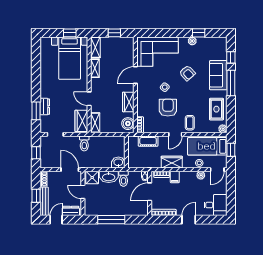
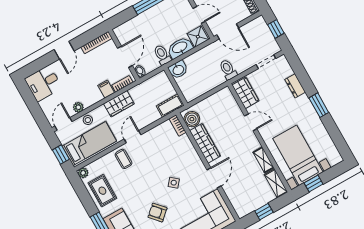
wardrobe: (128, 102) -> (205, 143), width x1.50
armchair: (168, 108) -> (157, 162), removed
window: (36, 111) -> (319, 105), moved
shelving: (95, 123) -> (229, 100), removed
cot: (148, 141) -> (170, 106), moved

